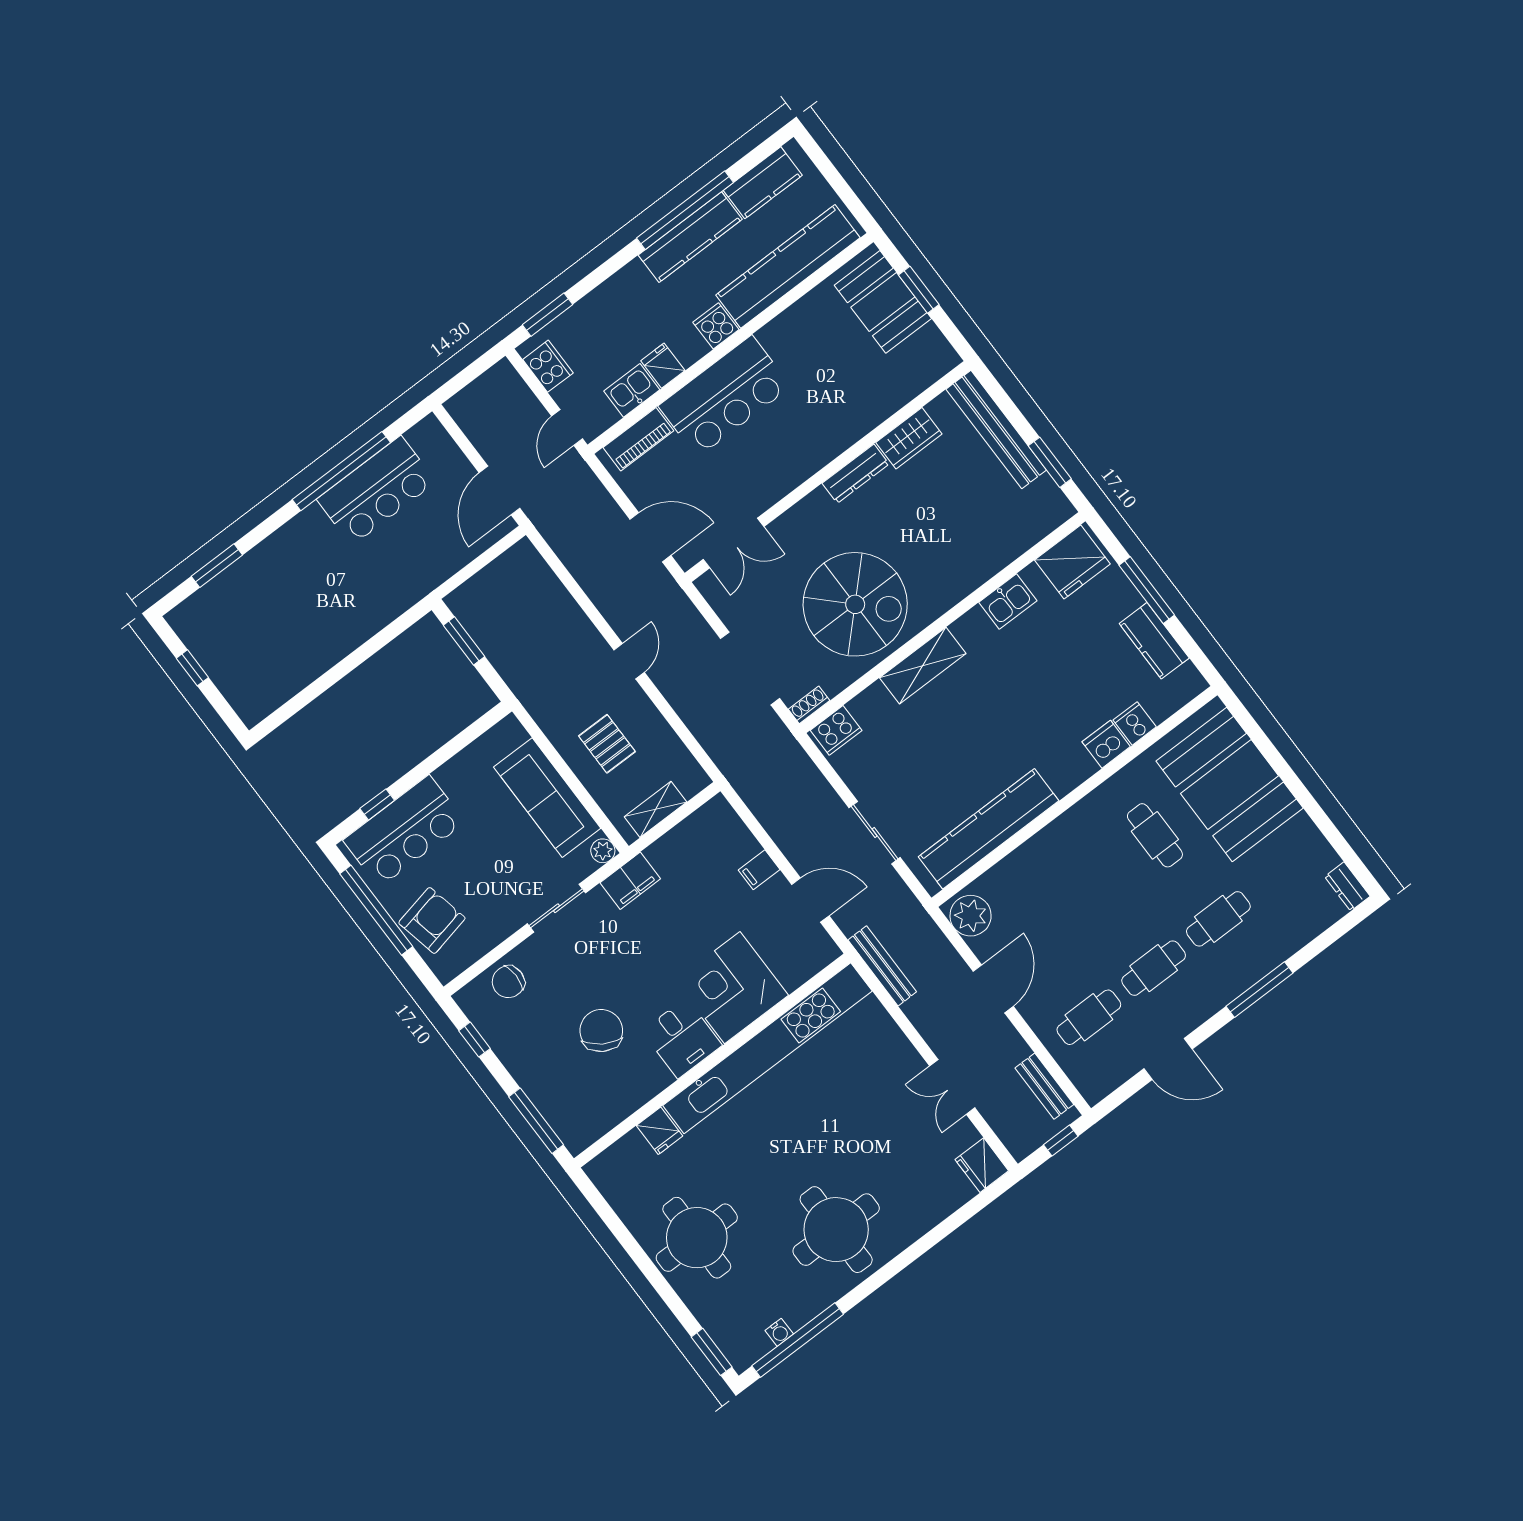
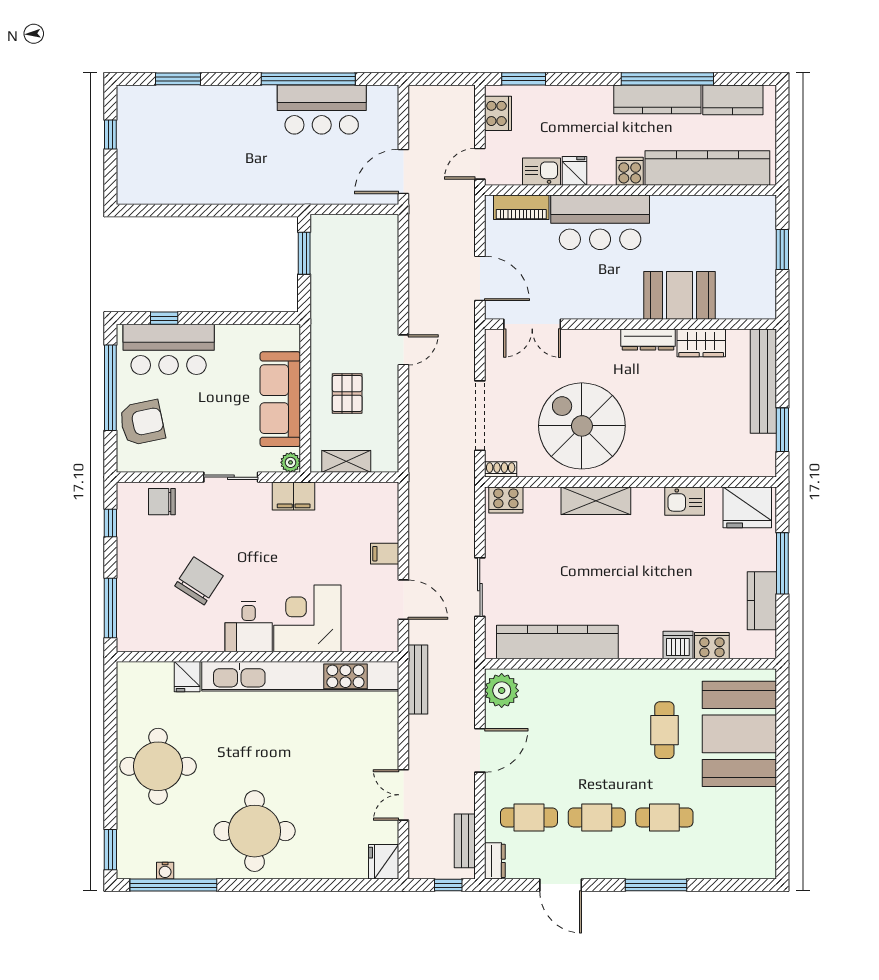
booth: (883, 302) -> (679, 295), moved, turned 90
spiral stairs: (855, 604) -> (582, 426), turned 180
cooker: (1135, 723) -> (712, 646), width x1.36
dresser: (1347, 886) -> (495, 861), moved, turned 180

